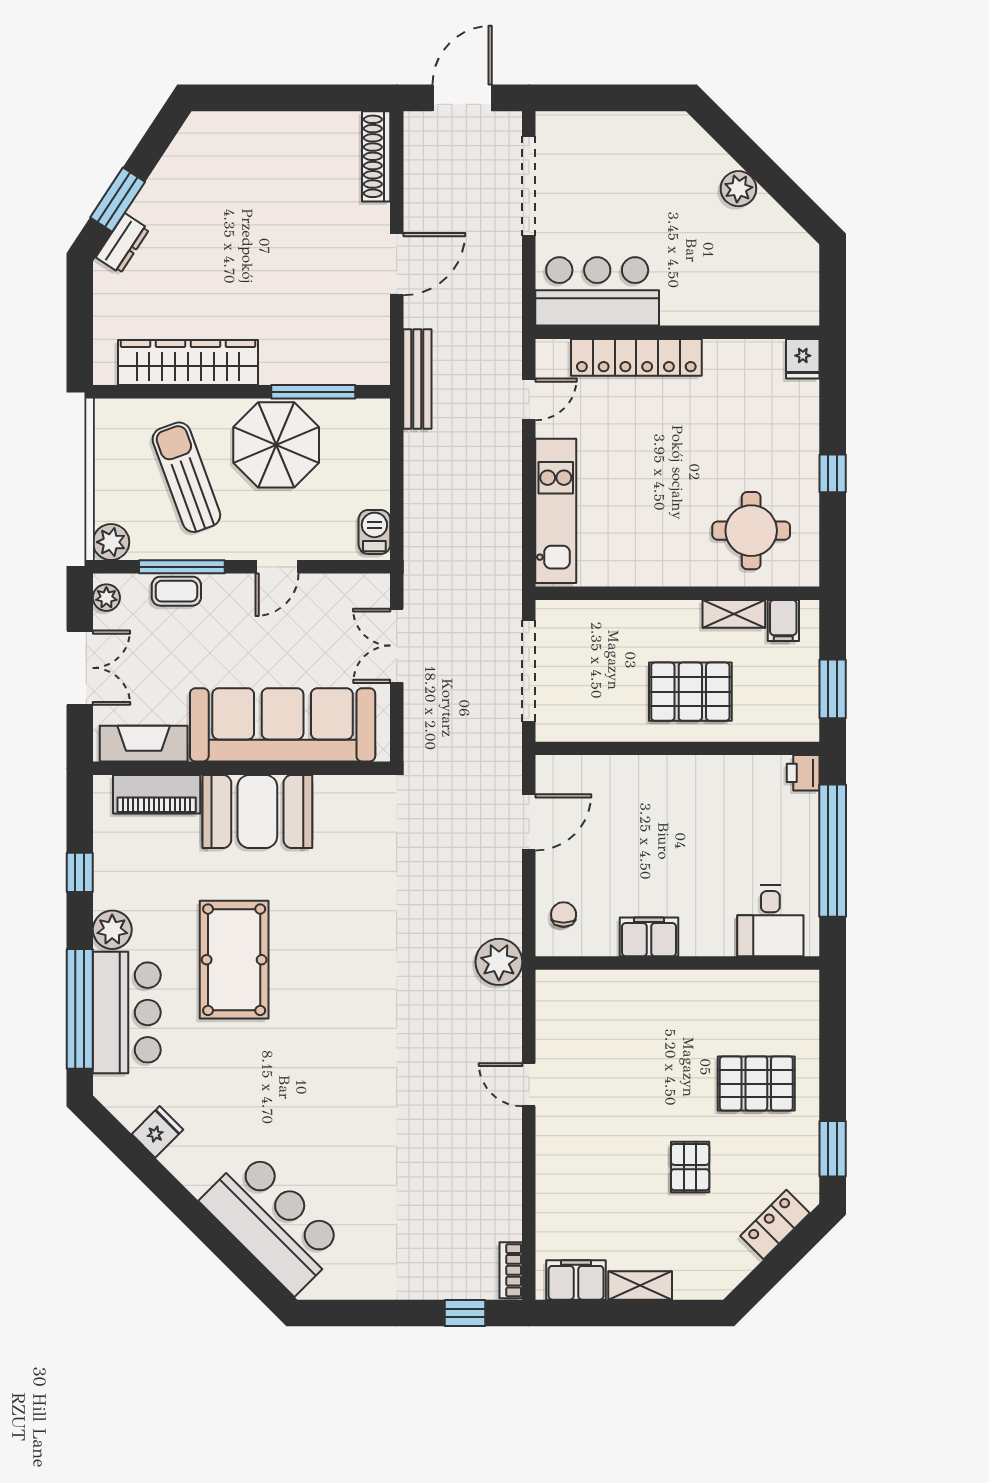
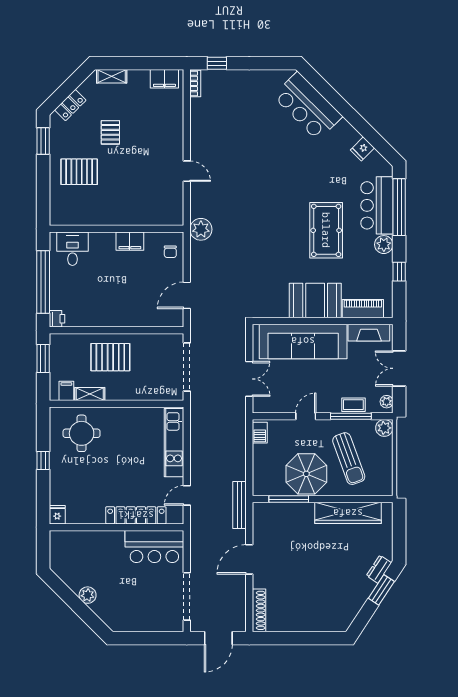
shelving: (640, 1285) -> (112, 76), moved

